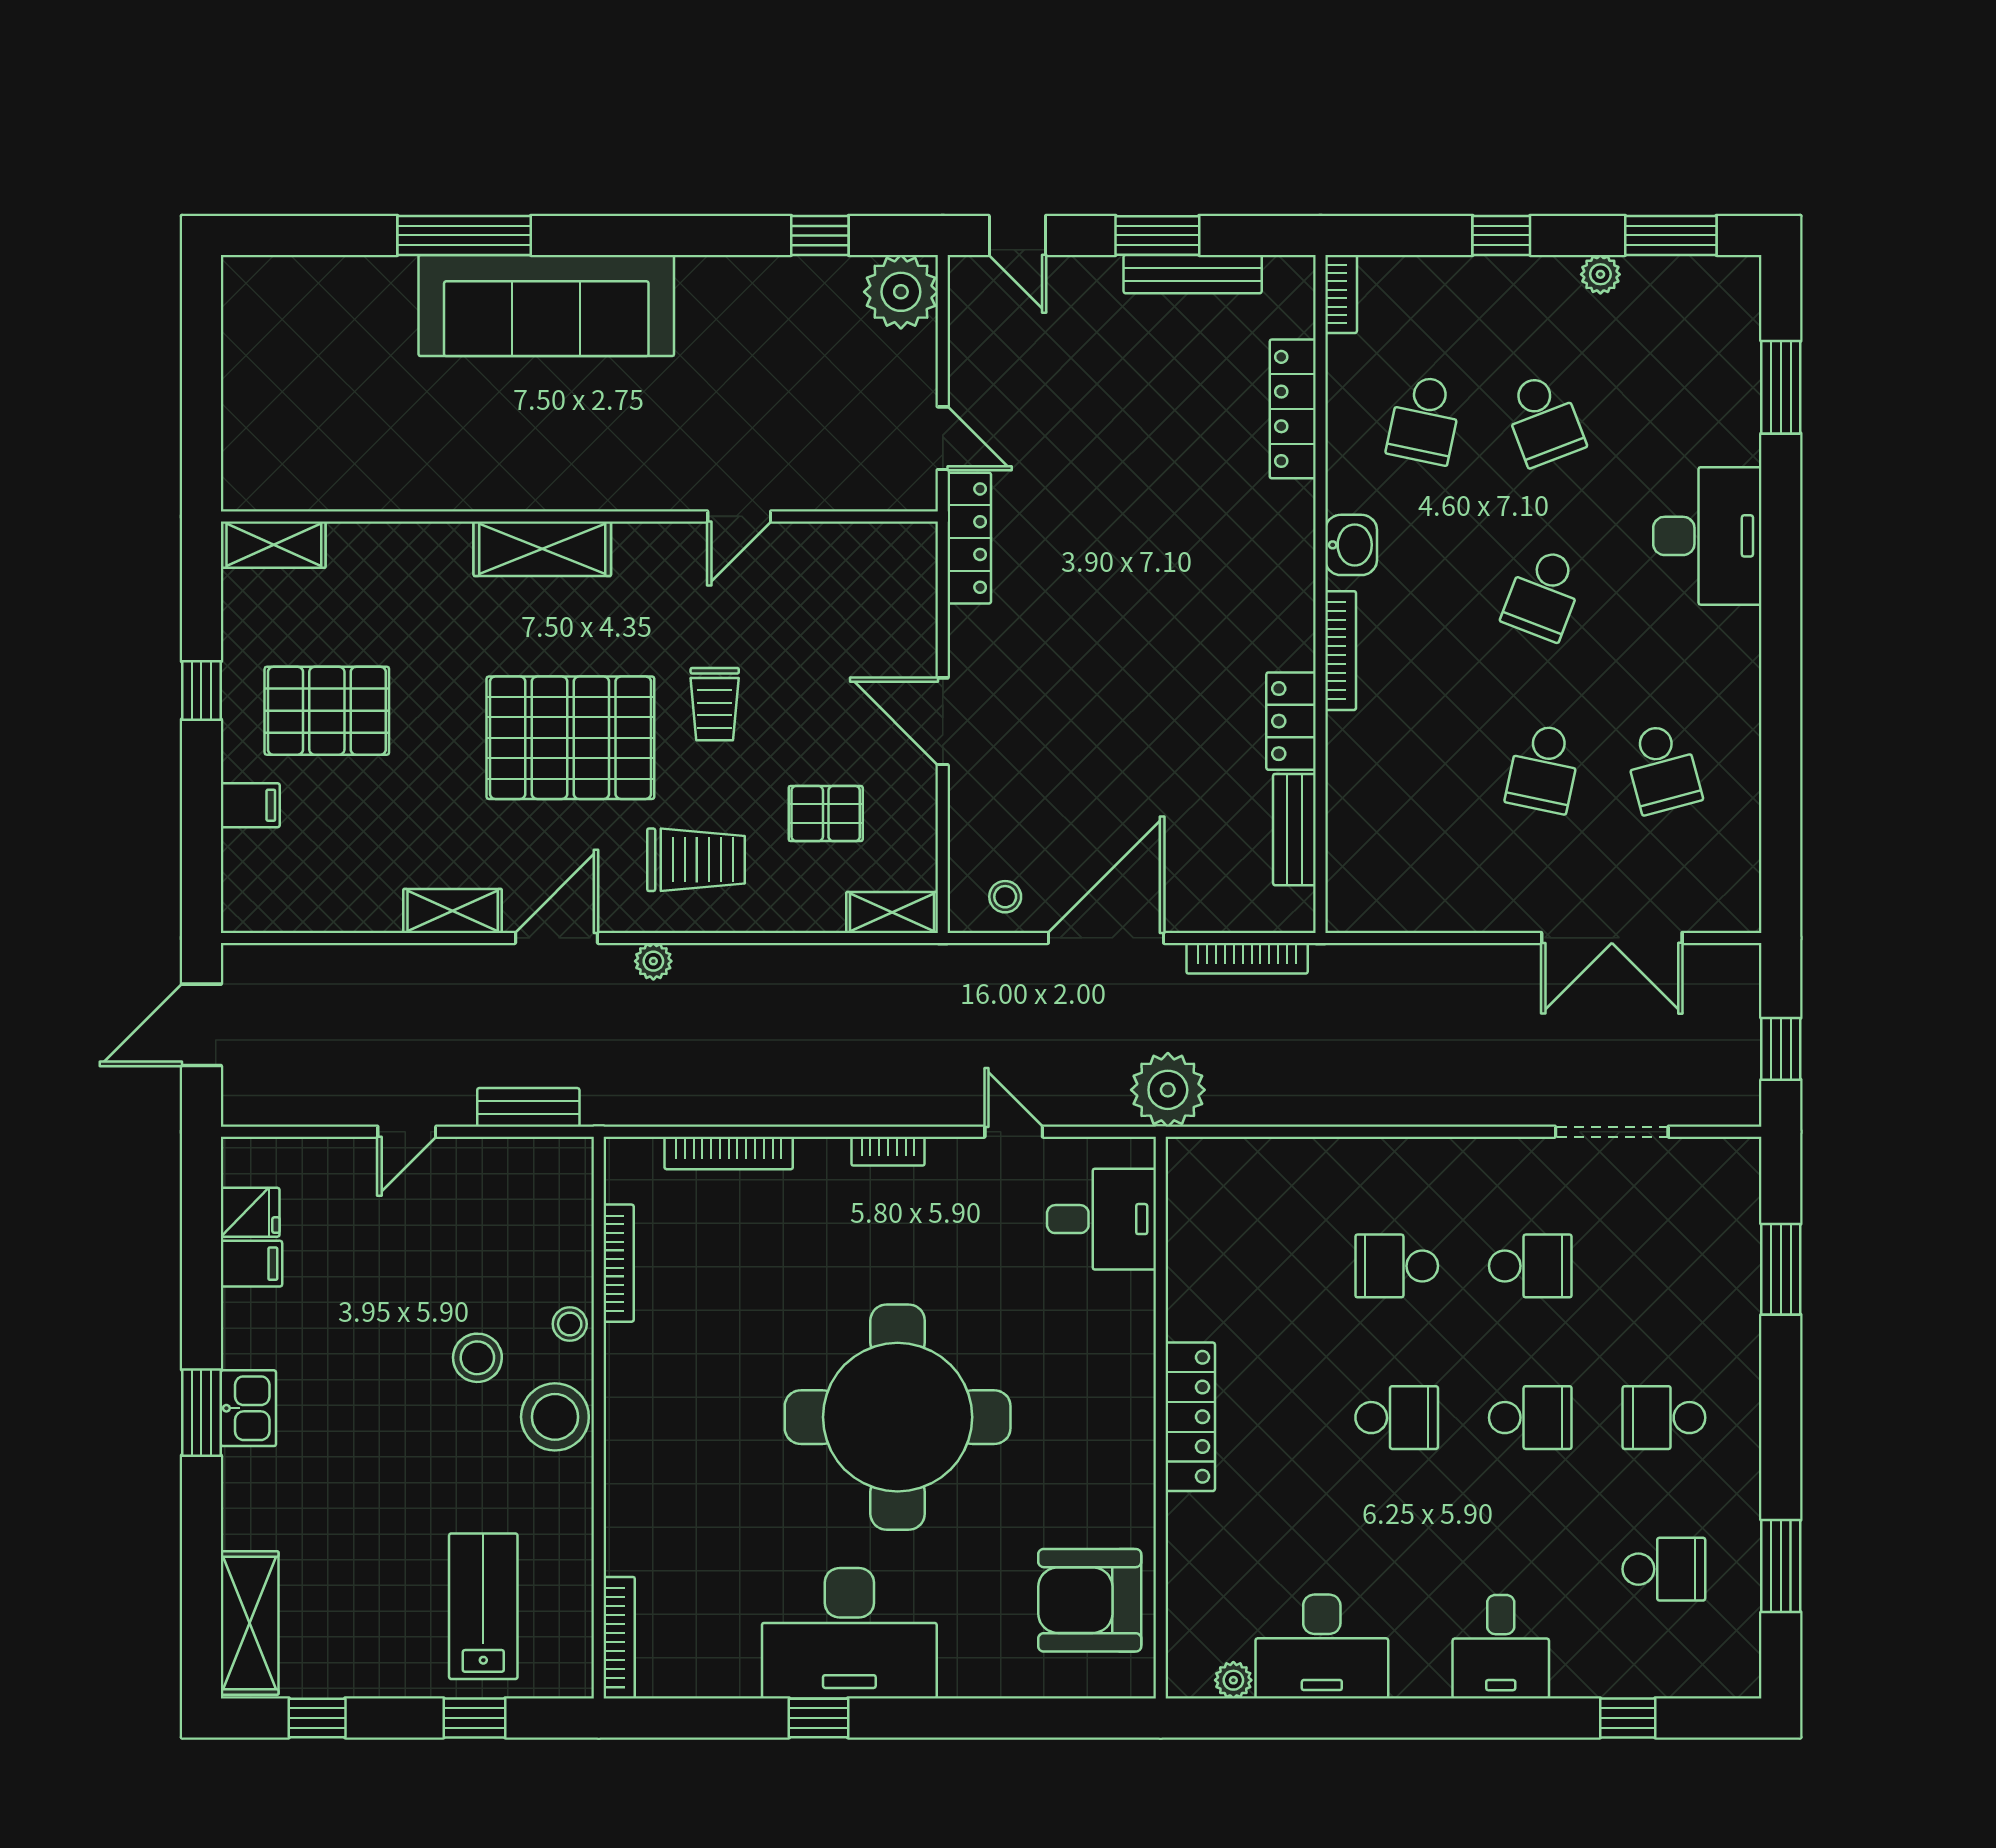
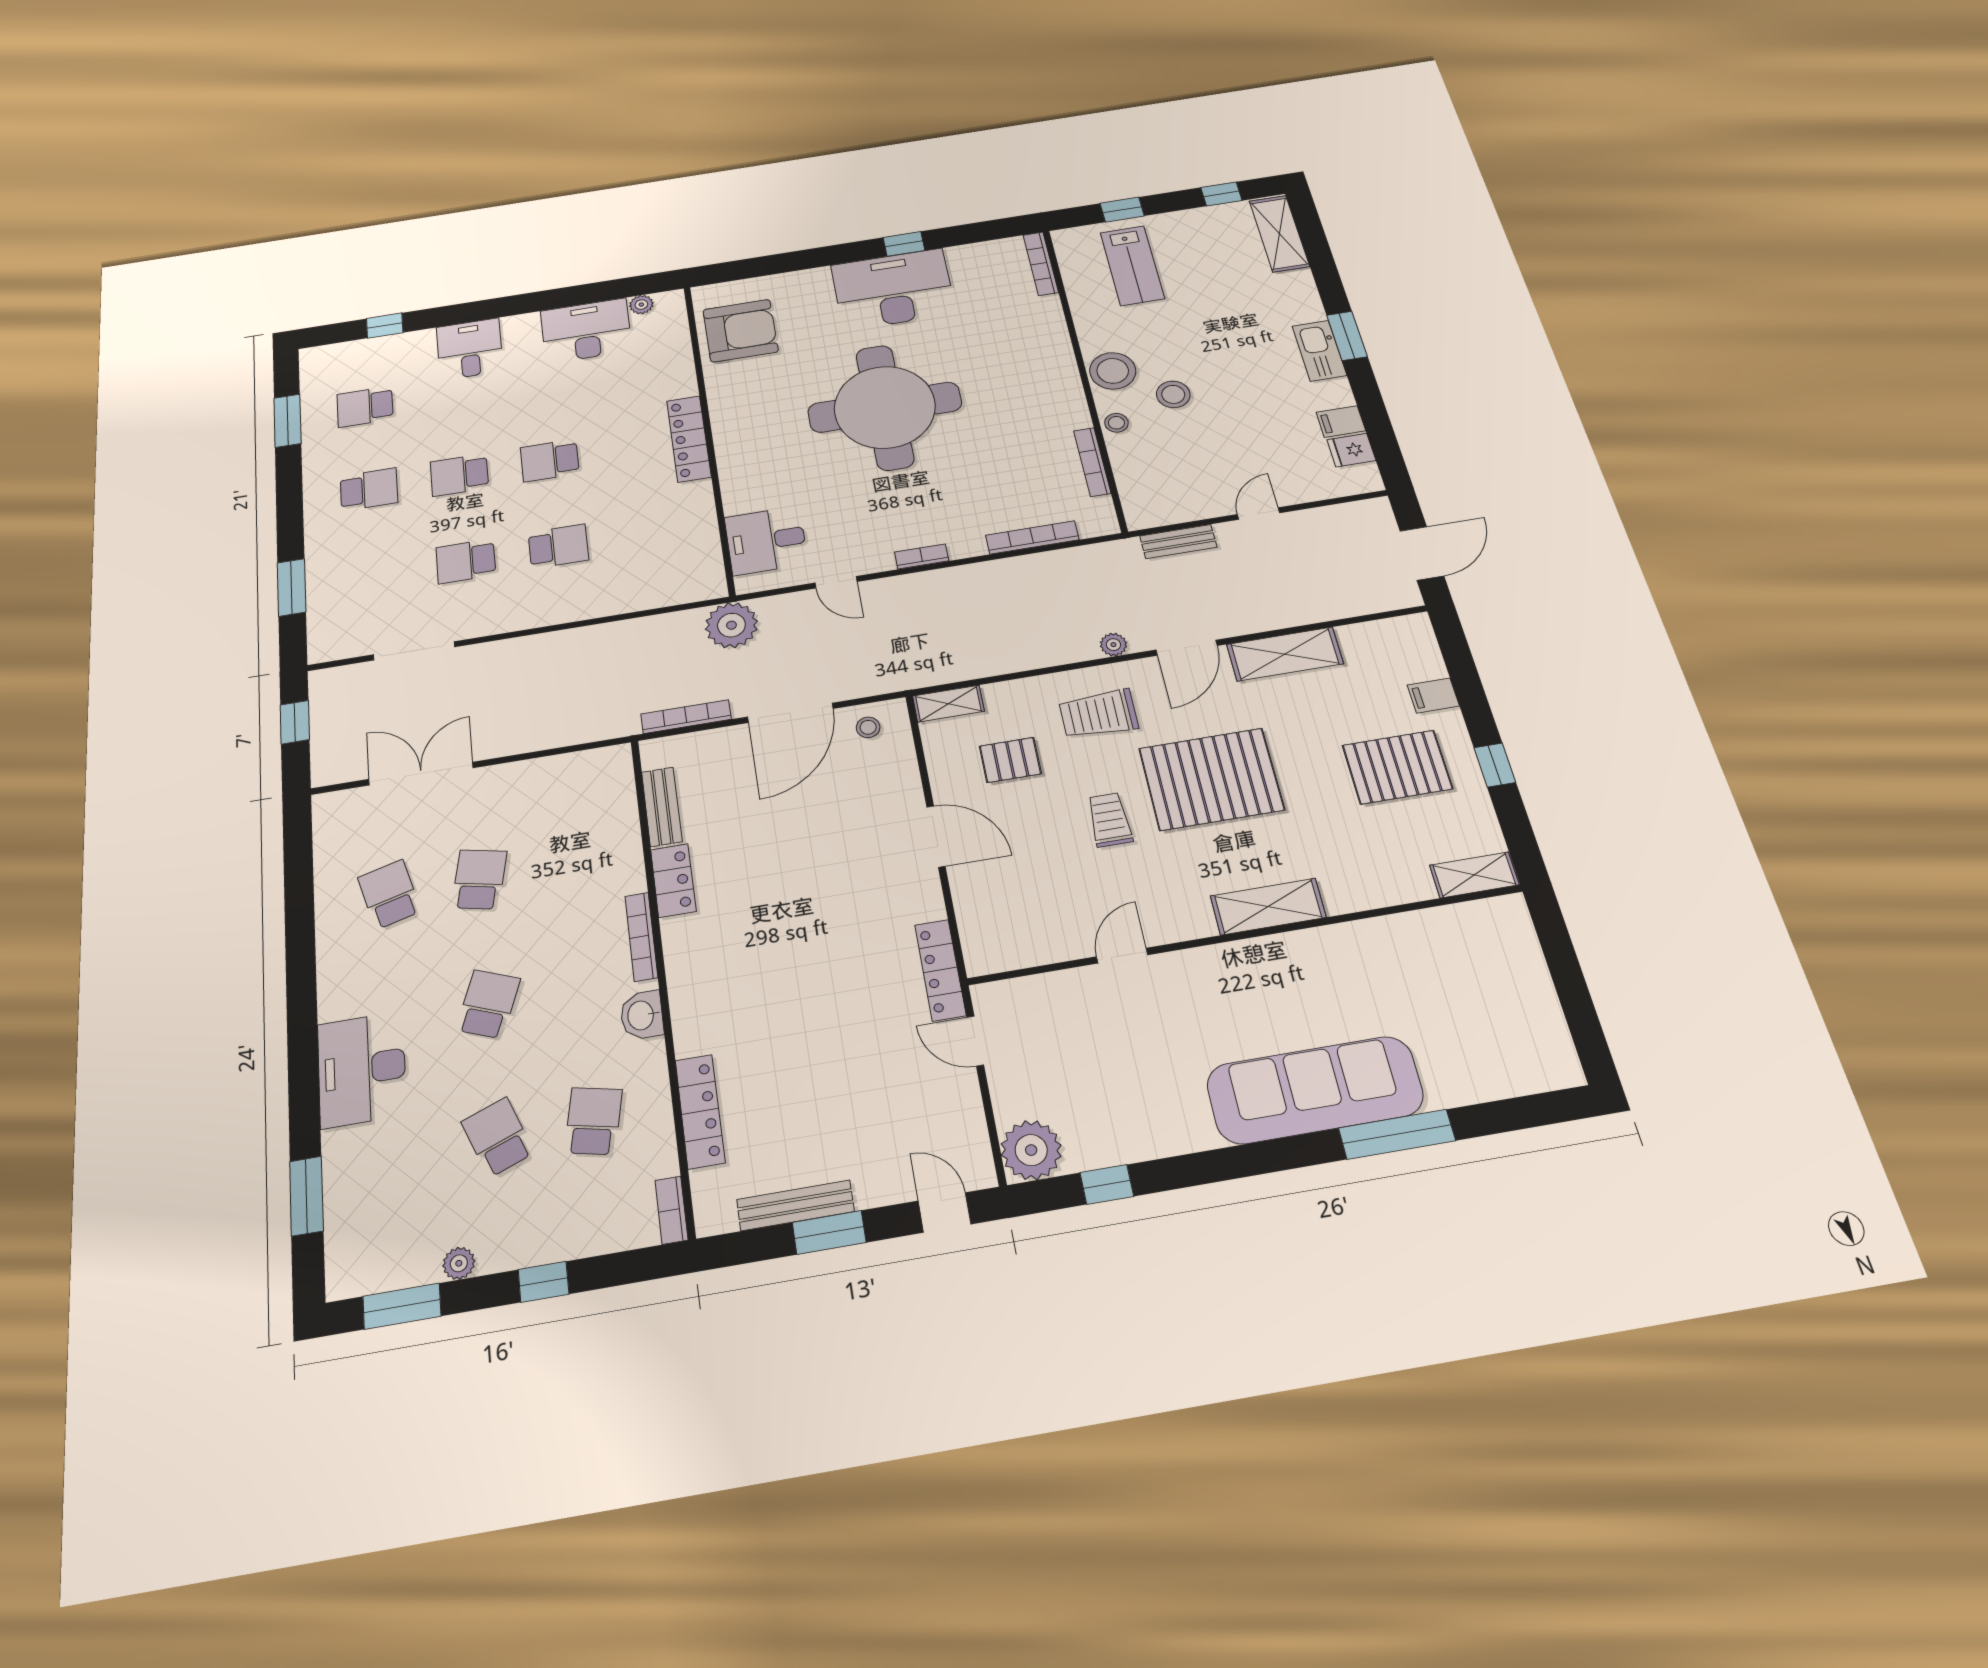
shelving: (453, 911) -> (1285, 654), width x1.50, depth x1.33
kitchen sink: (248, 1408) -> (1319, 351), width x1.38

